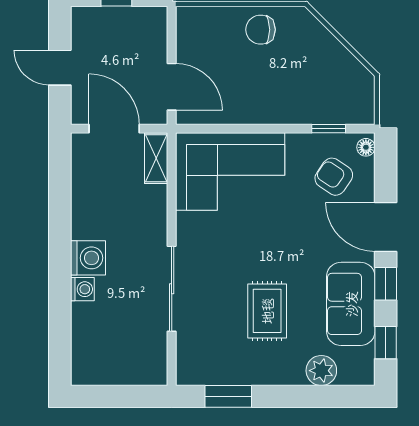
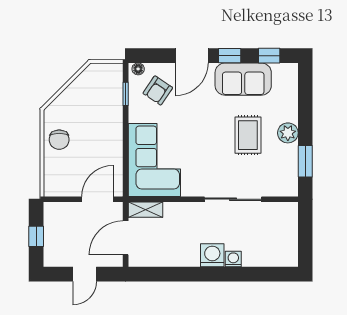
rug: (267, 311) -> (248, 135), turned 90
plant: (321, 371) -> (288, 133), moved

